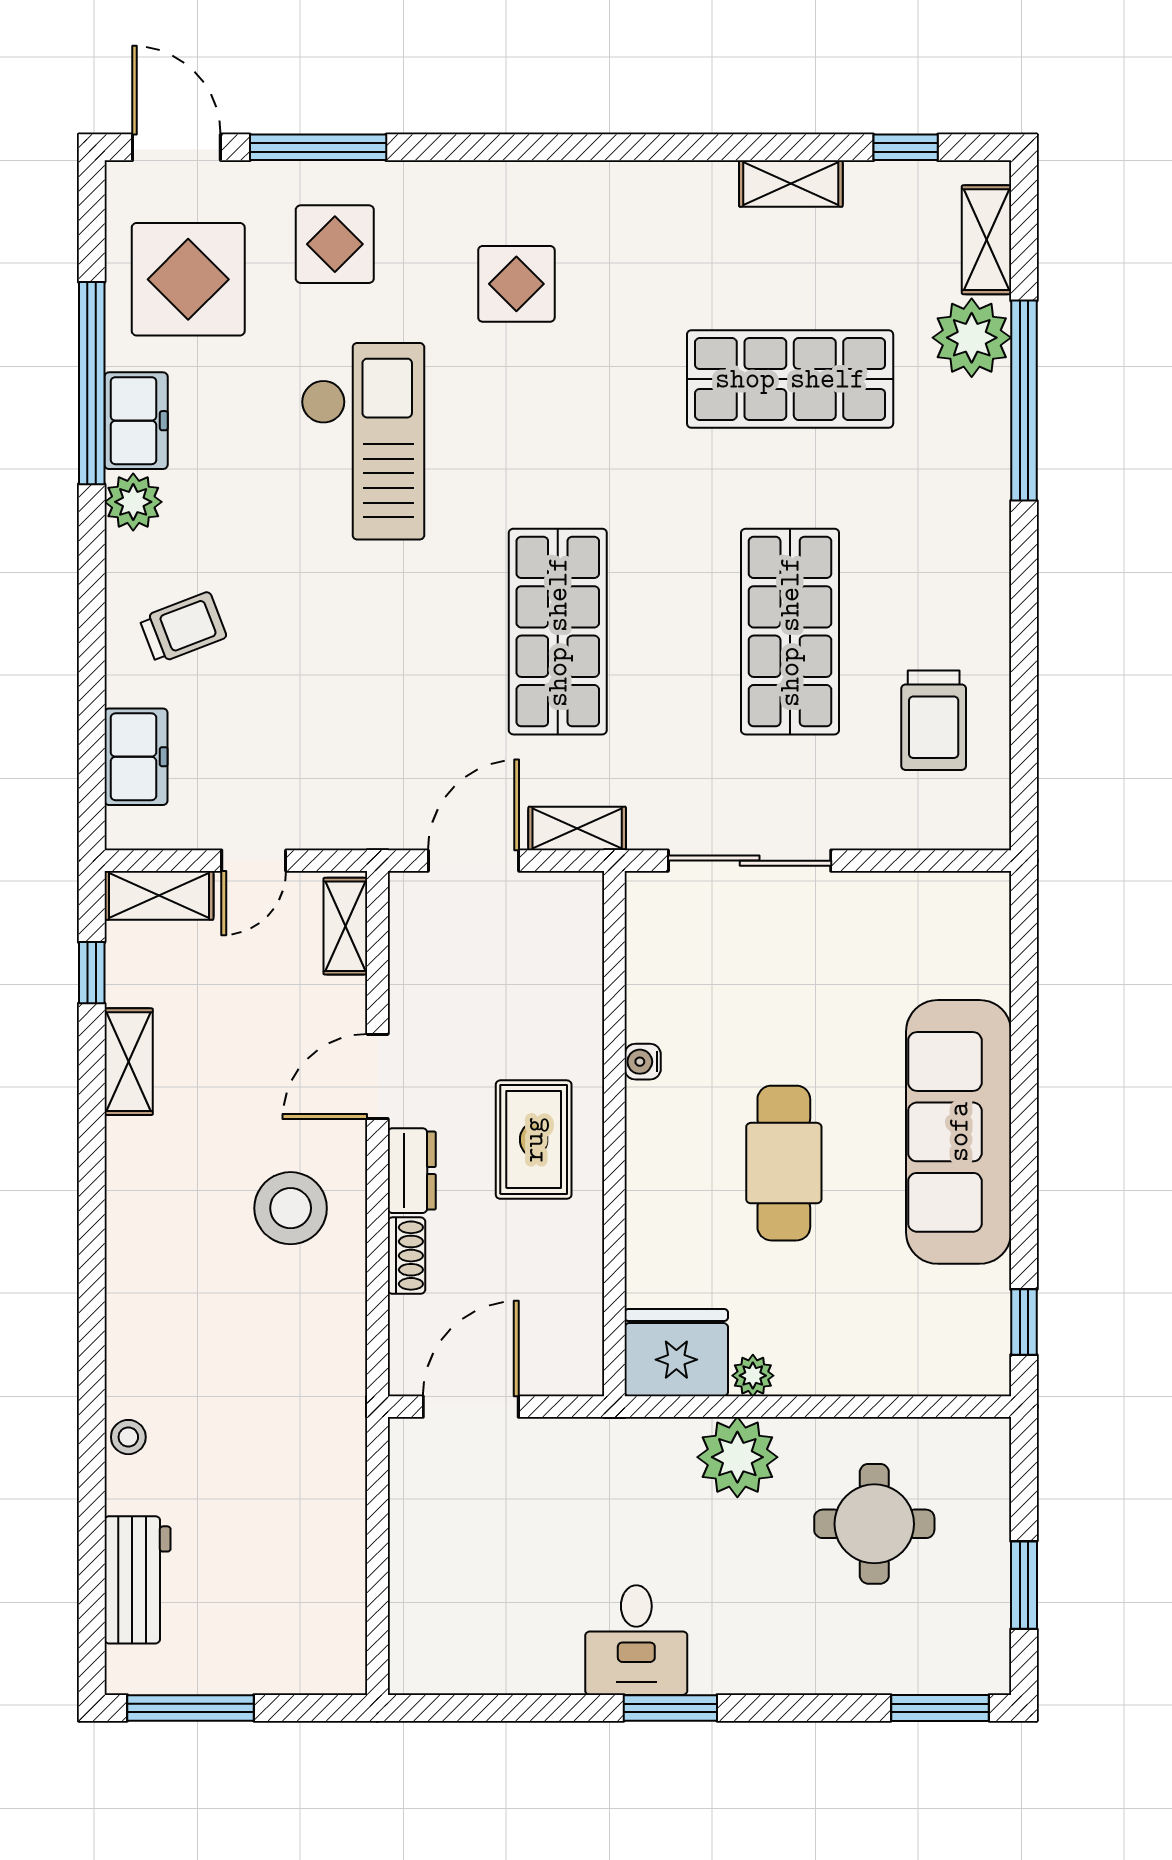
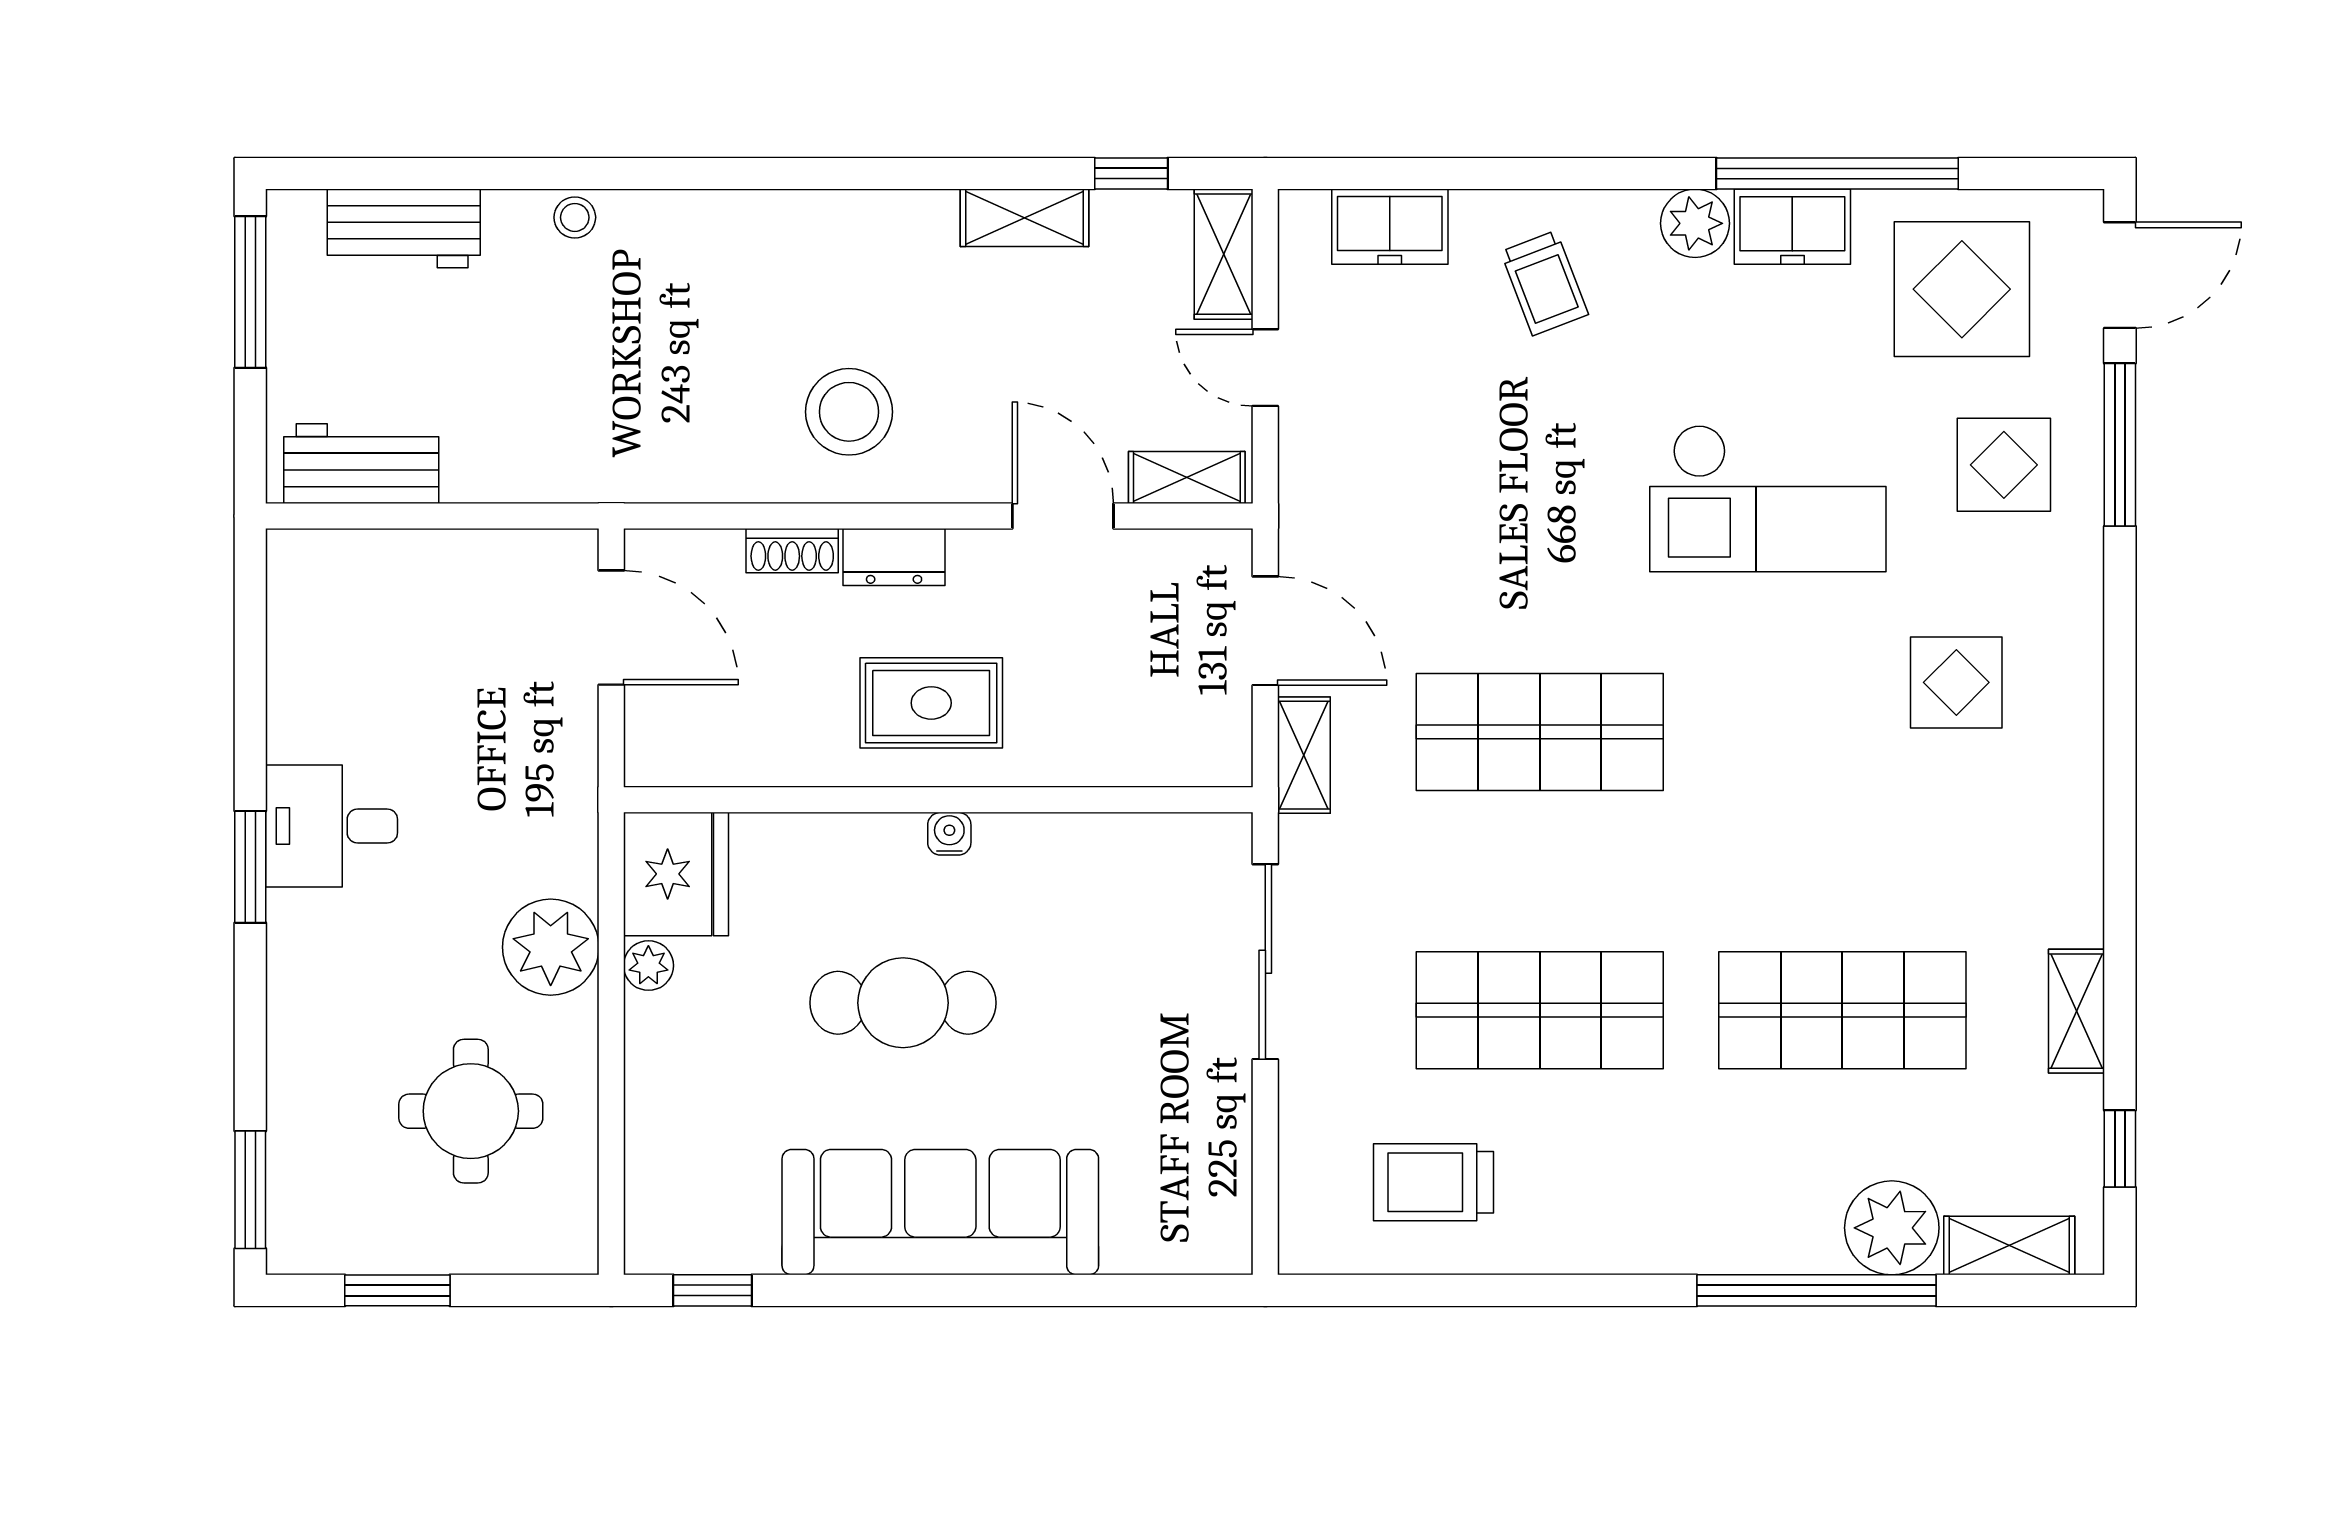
shop shelf: (790, 379) -> (1842, 1010), turned 90
water cooler: (643, 1062) -> (949, 834), moved
door: (378, 1076) -> (1063, 516), moved
workbench: (334, 1615) -> (361, 464), added

